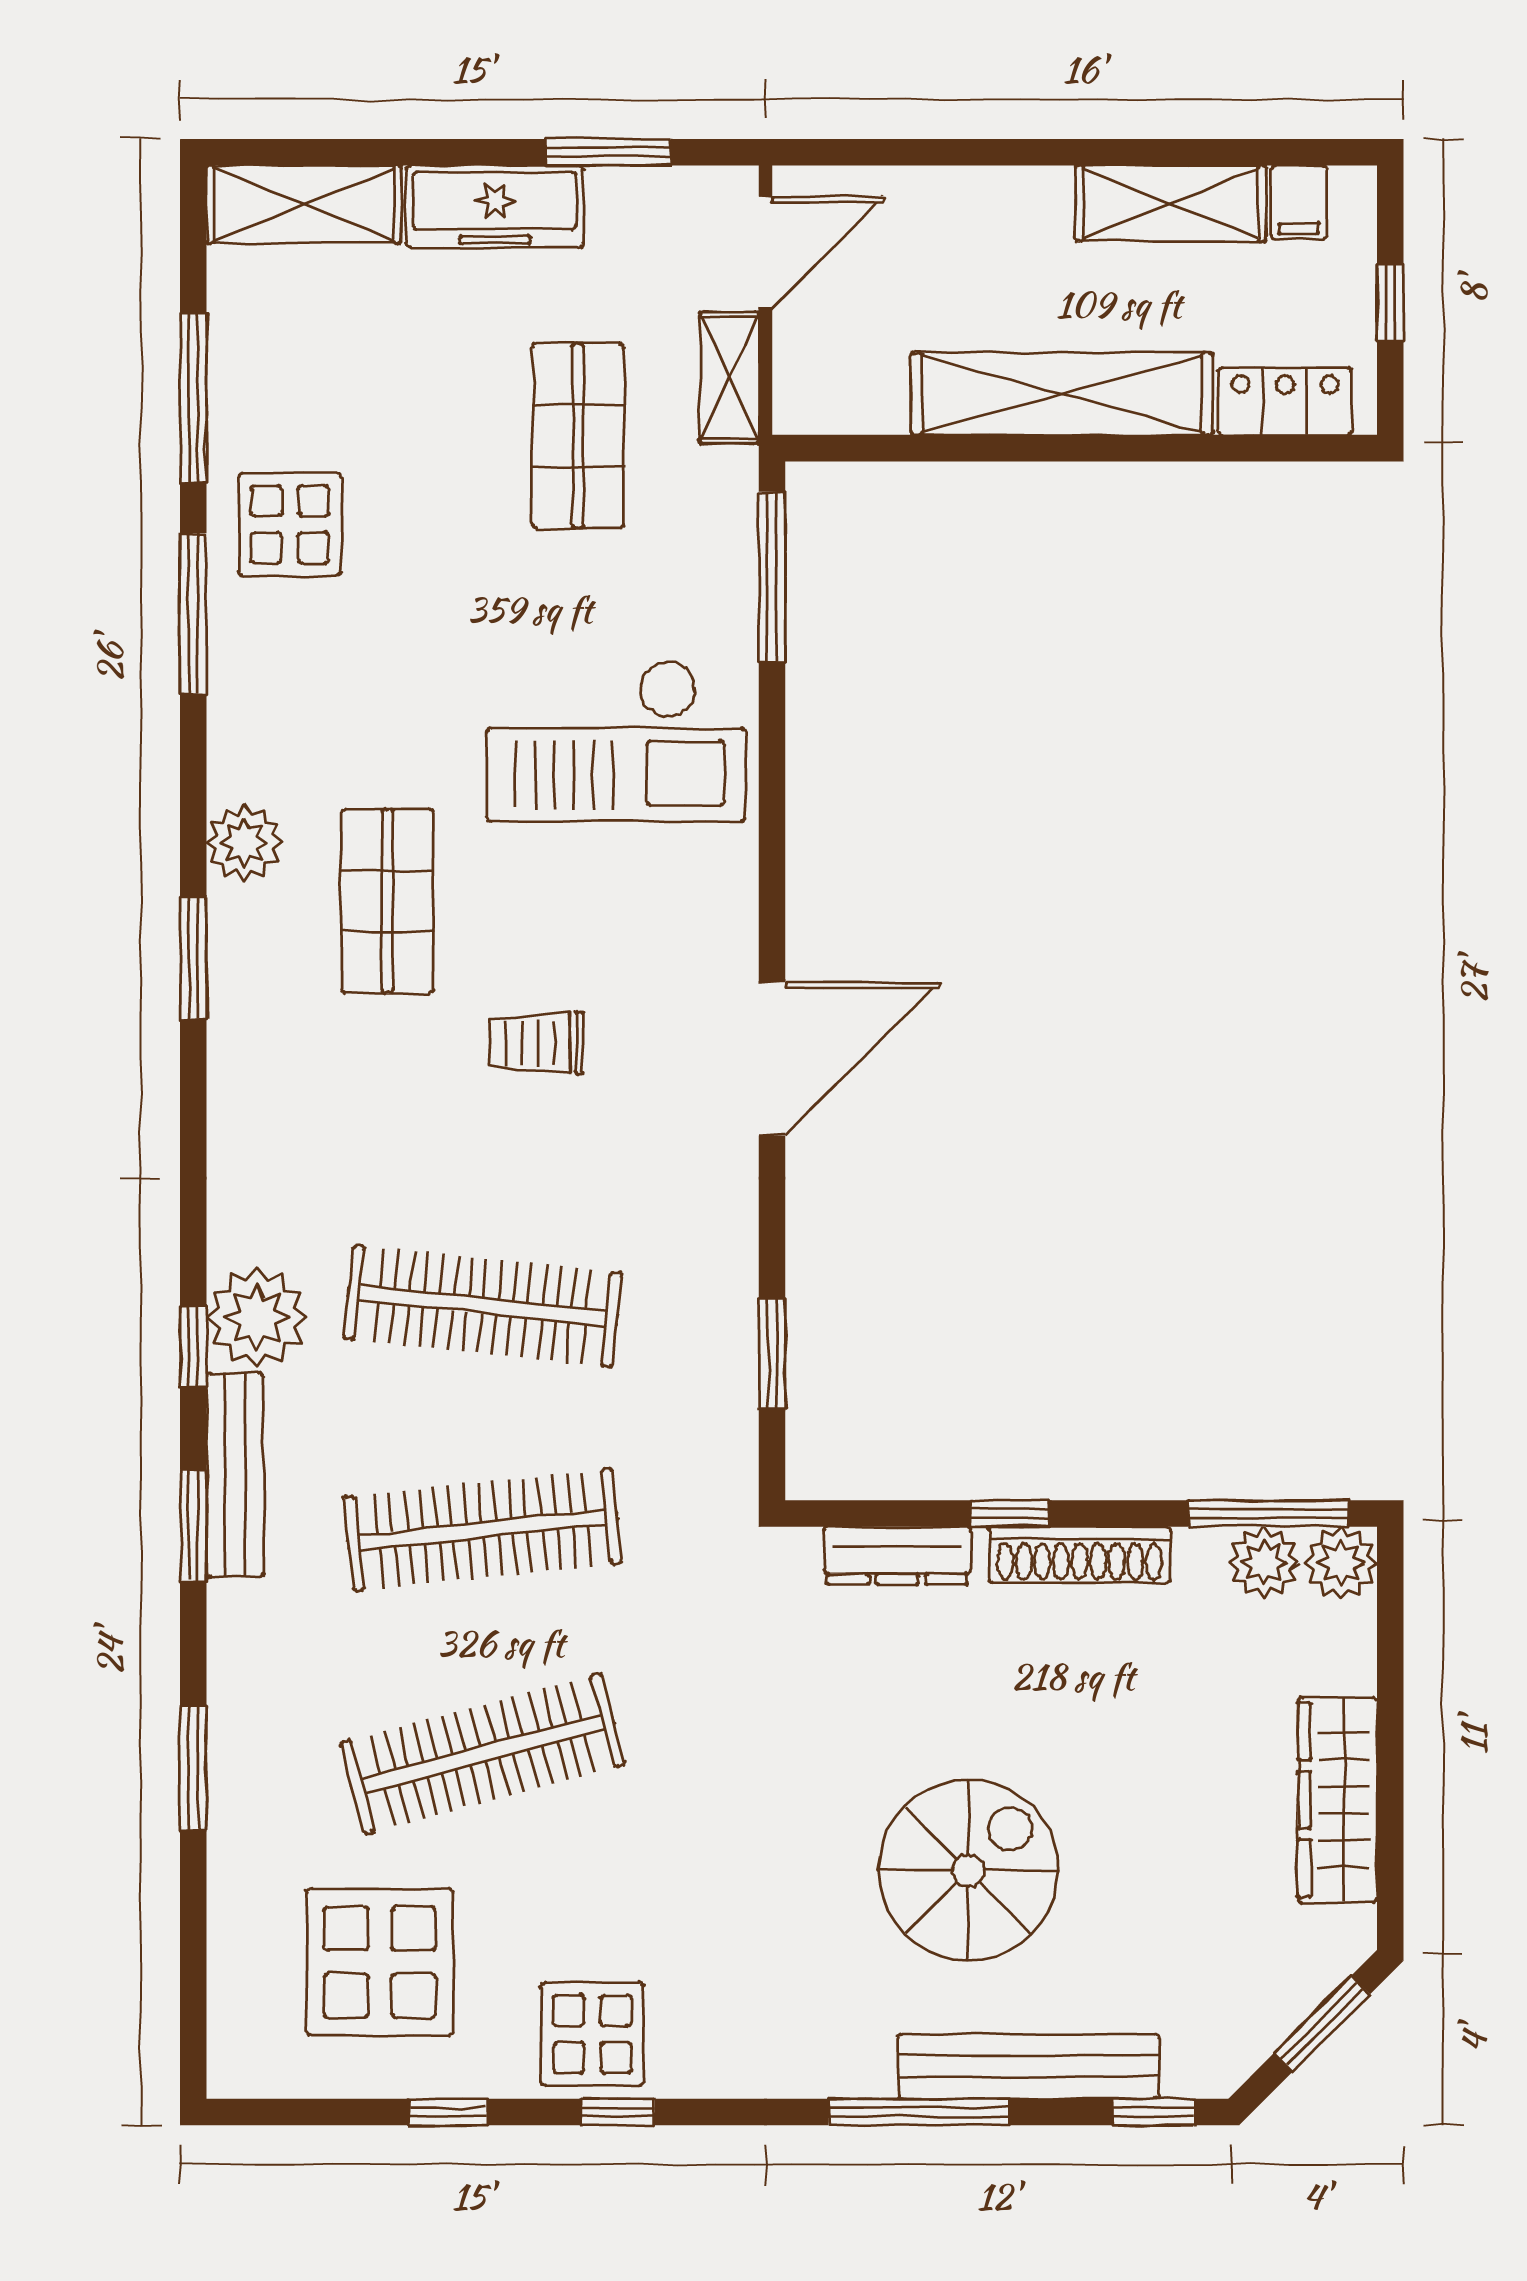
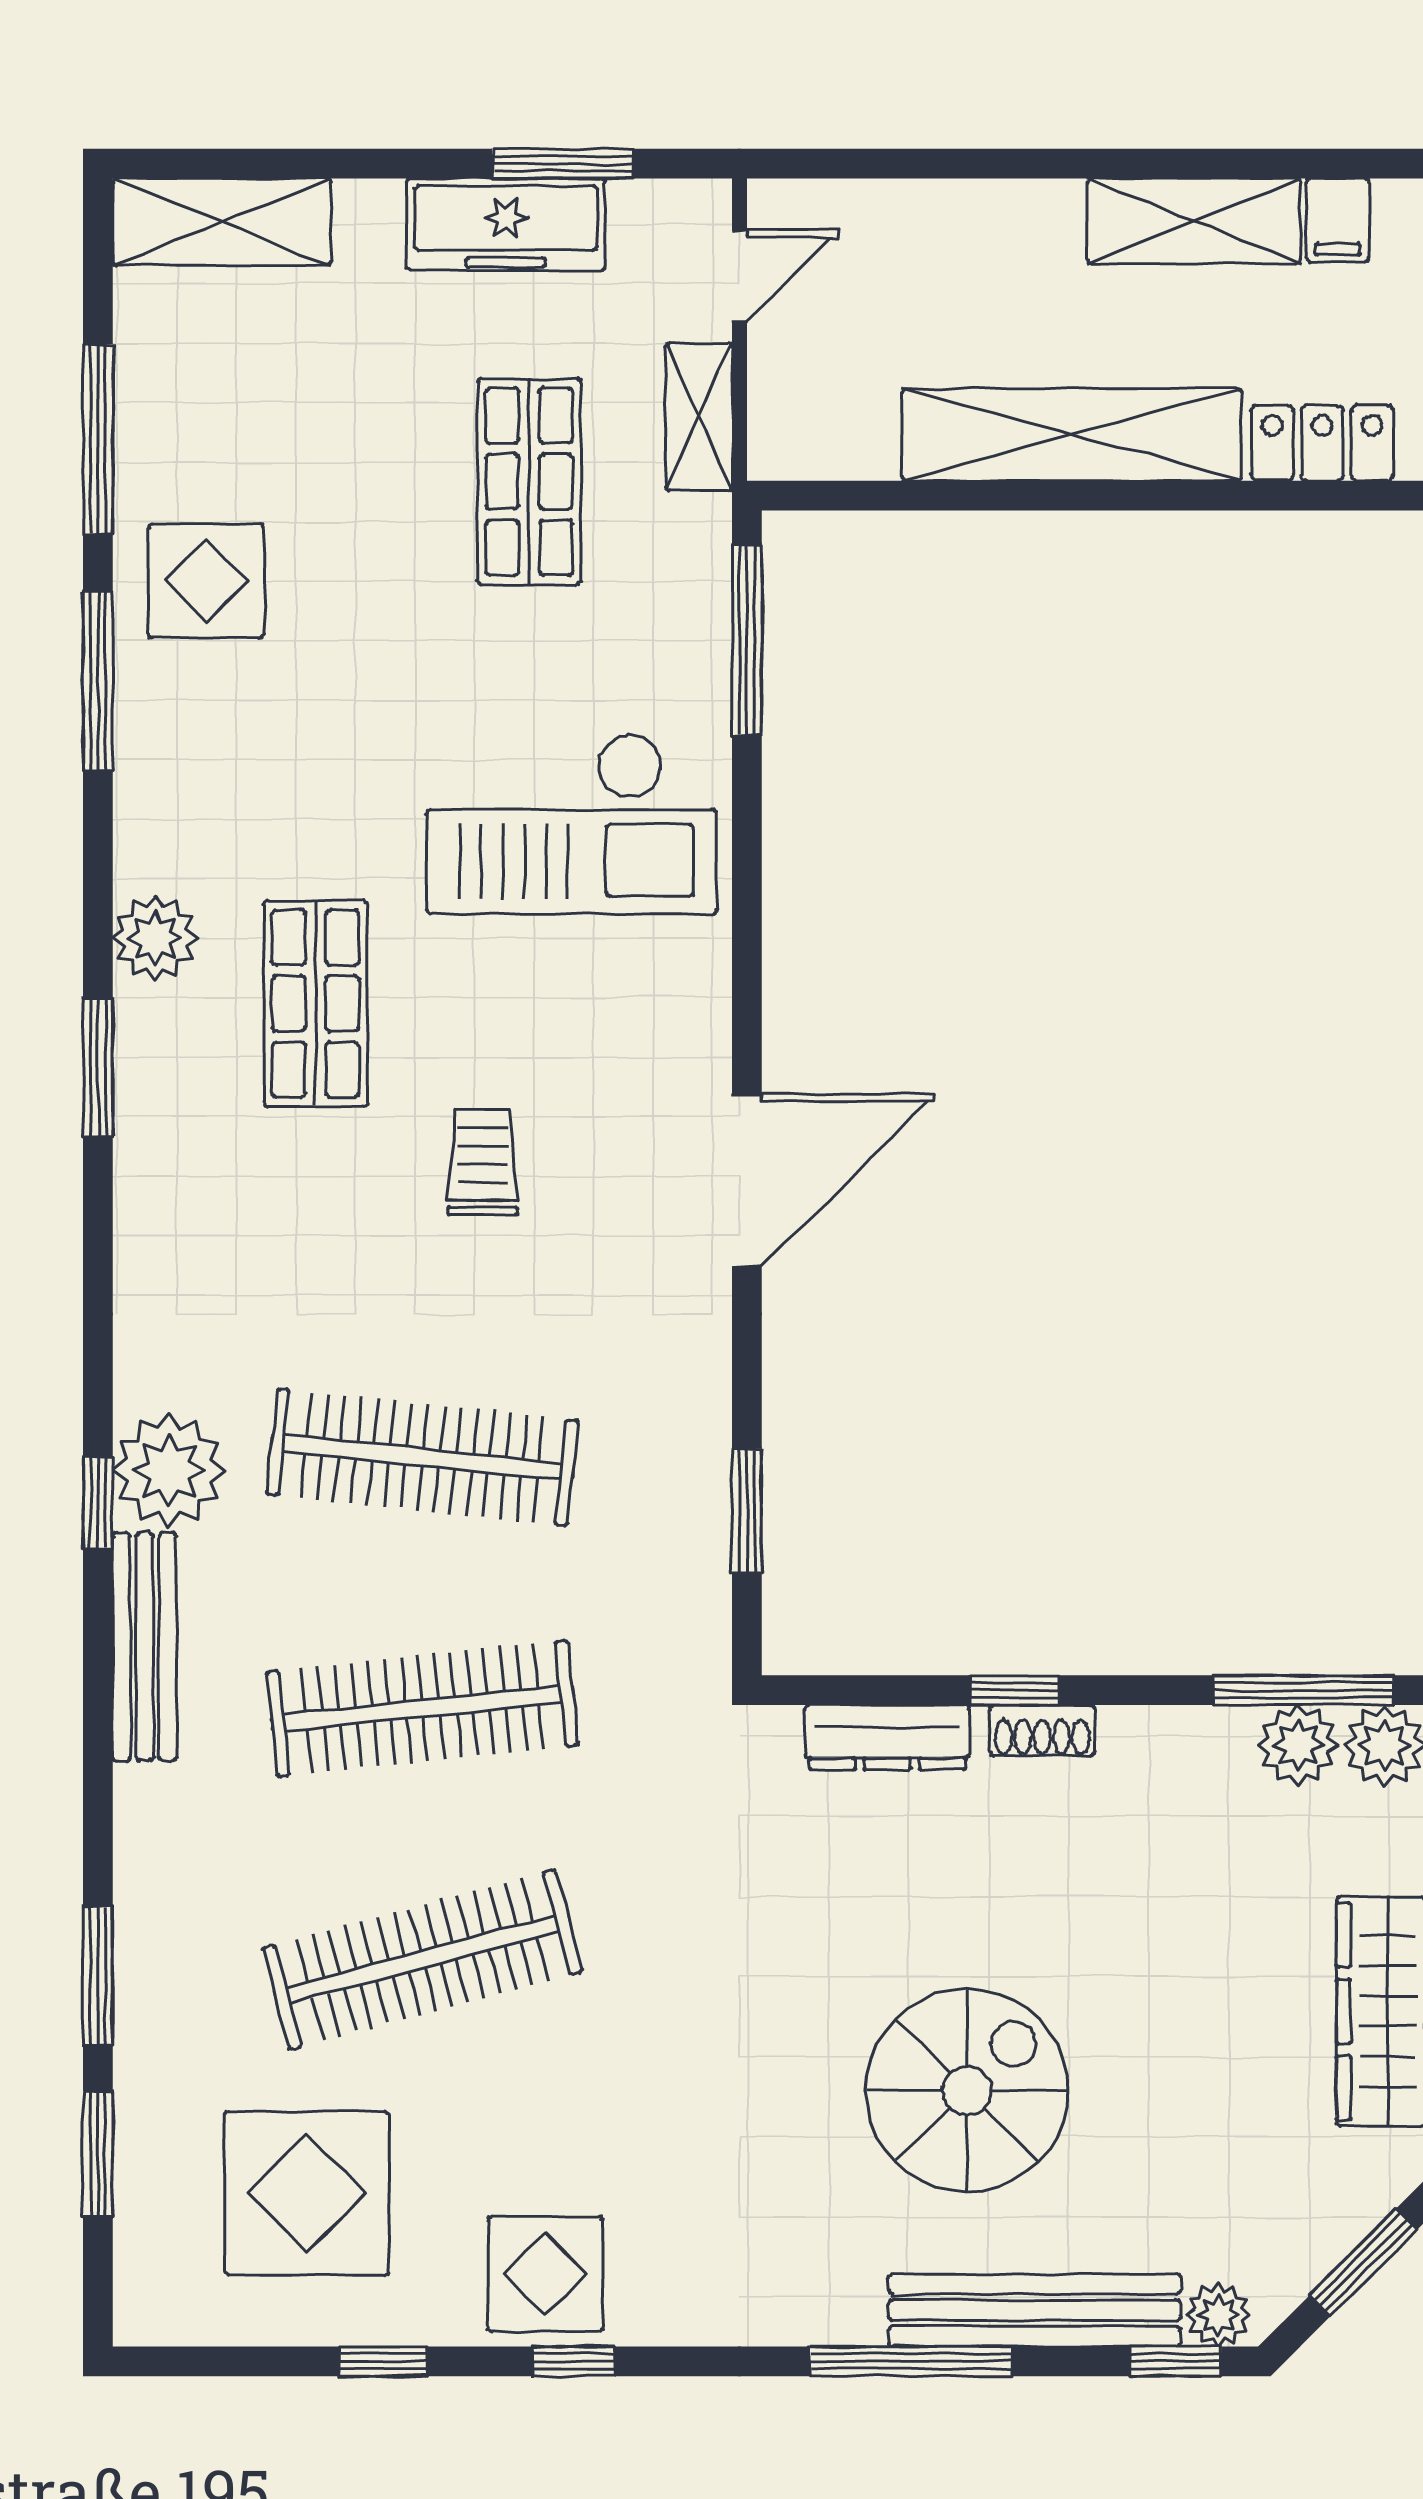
freezer: (495, 206) -> (506, 224), moved
door: (765, 252) -> (739, 276), width x0.73
trolley: (537, 1043) -> (483, 1162), turned 90
window: (193, 1525) -> (98, 2154), moved
shoe rack: (1080, 1555) -> (1042, 1730), width x0.51, depth x0.81
plant: (1192, 2071) -> (1218, 2315), added

